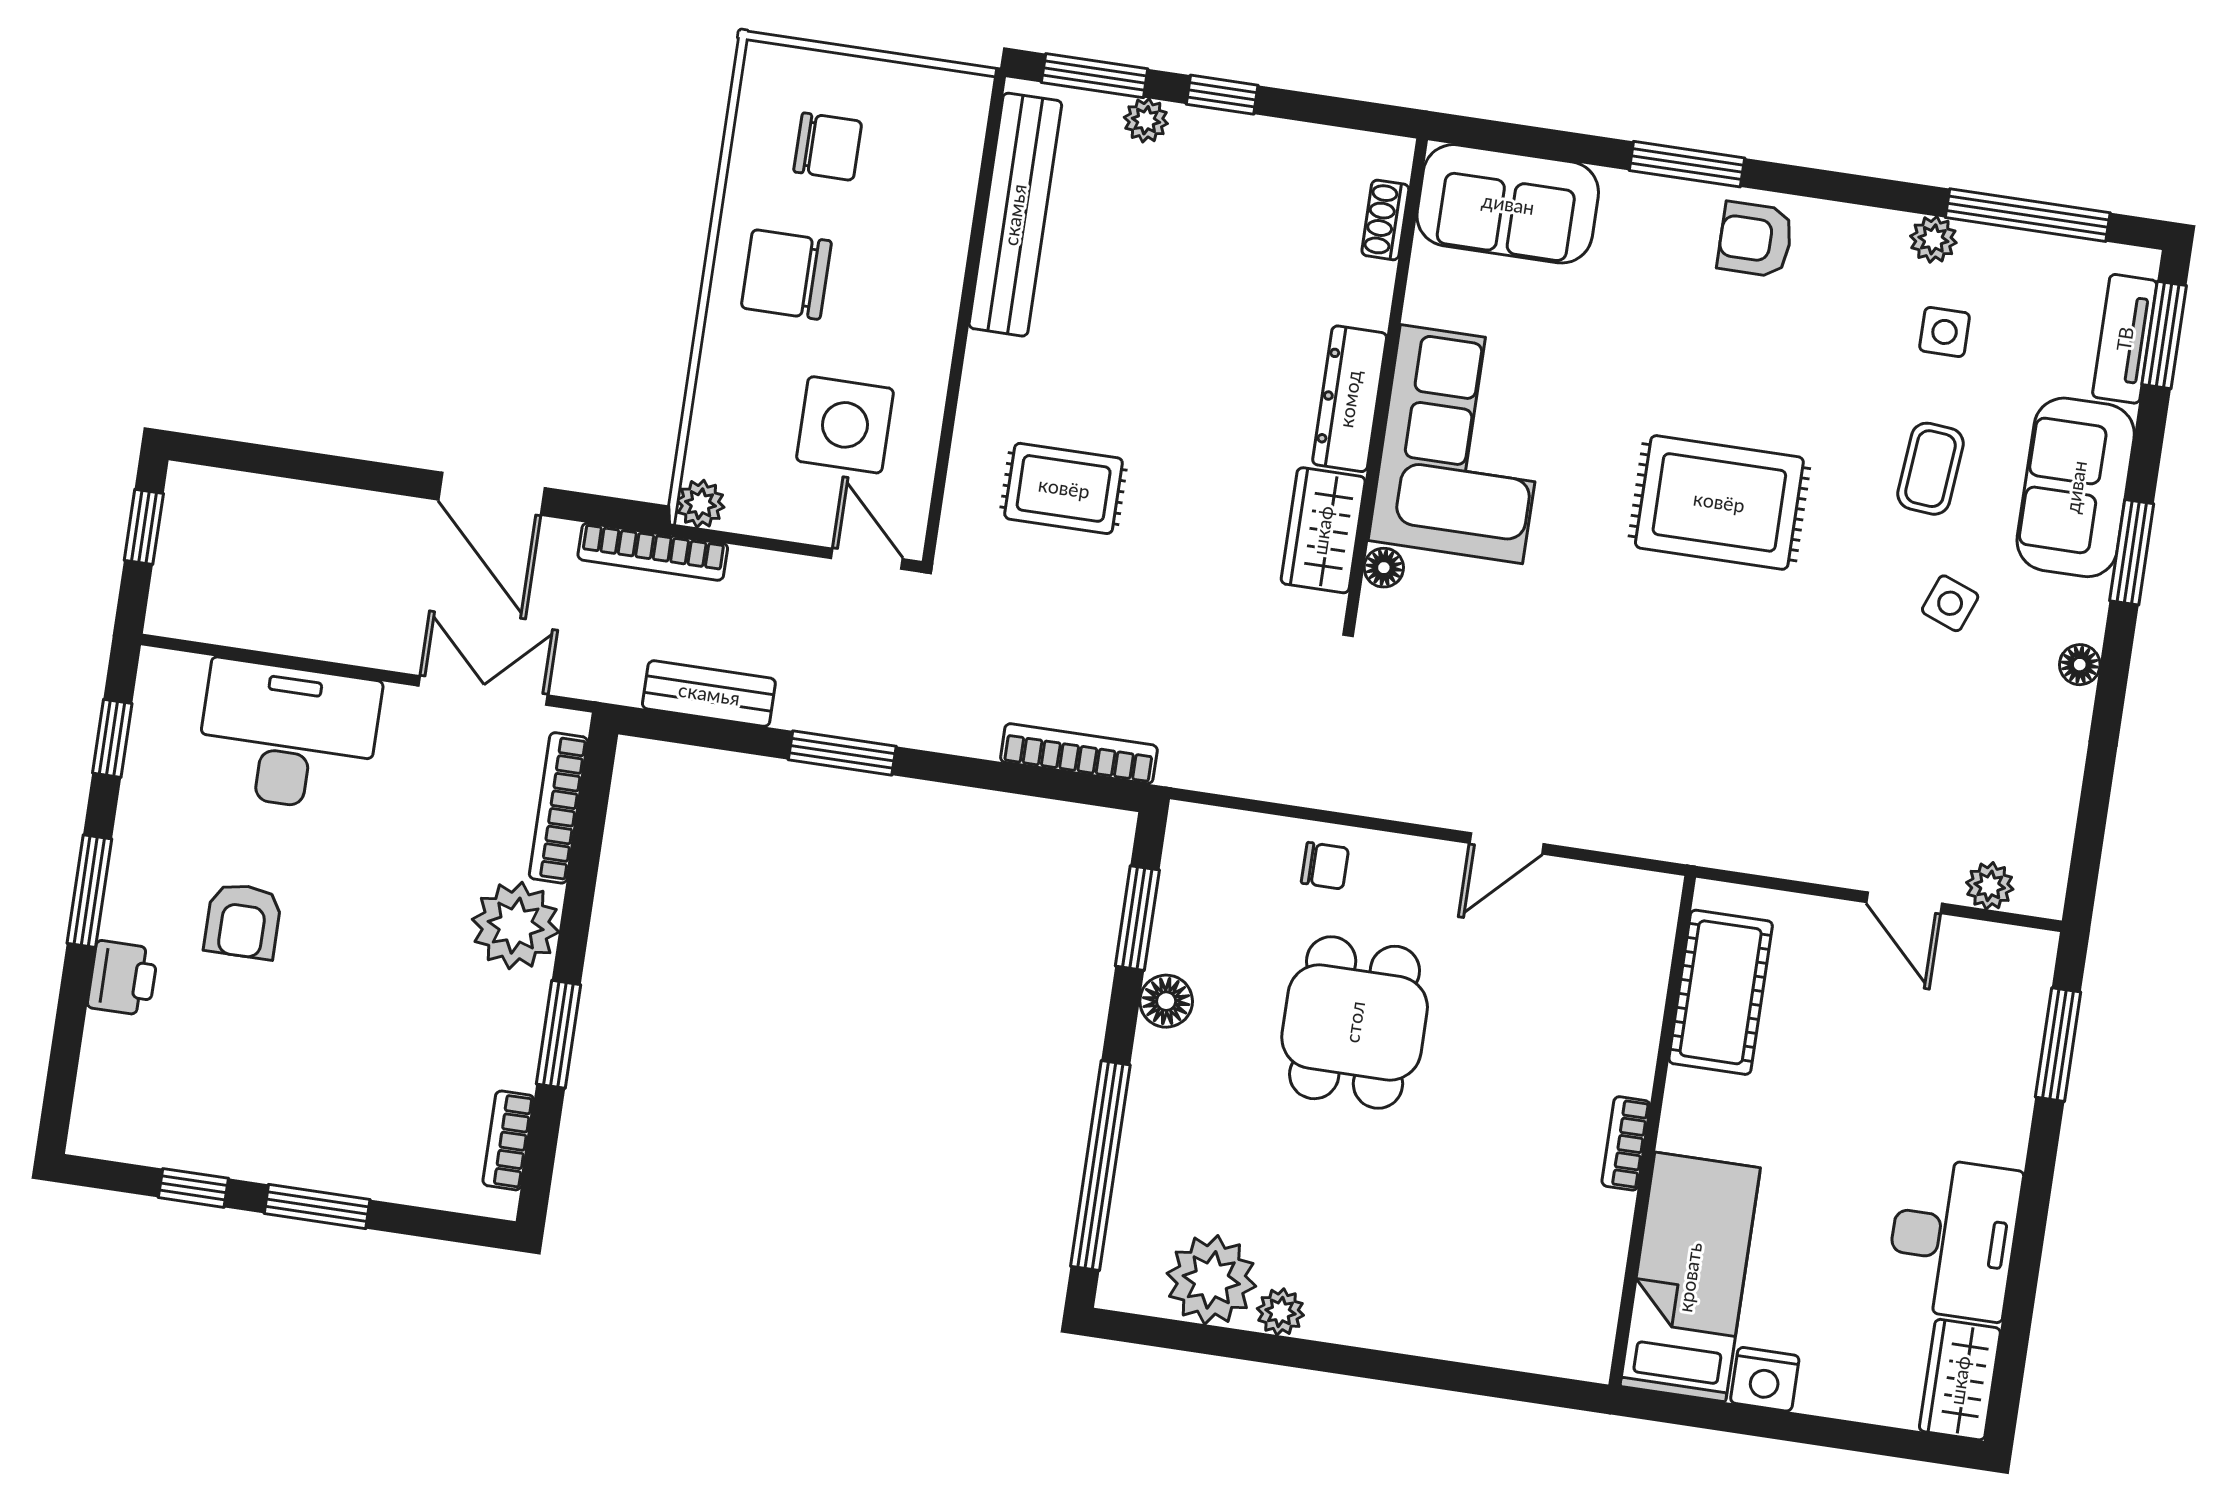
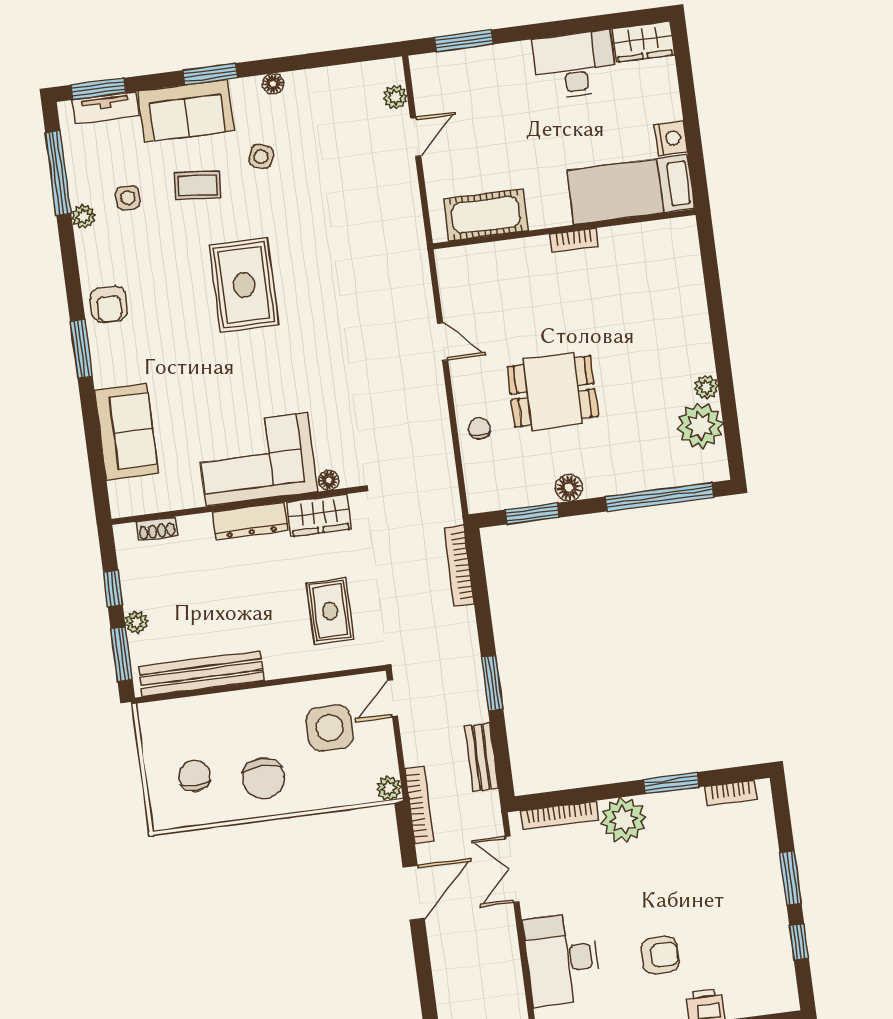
shoe rack: (1385, 220) -> (157, 529), moved
wall: (1386, 382) -> (237, 505), moved
dresser: (1350, 399) -> (250, 521), moved
corner sofa: (1461, 444) -> (257, 459), moved
wardrobe: (1323, 530) -> (319, 515), moved
floor lamp: (1384, 568) -> (329, 480), moved

